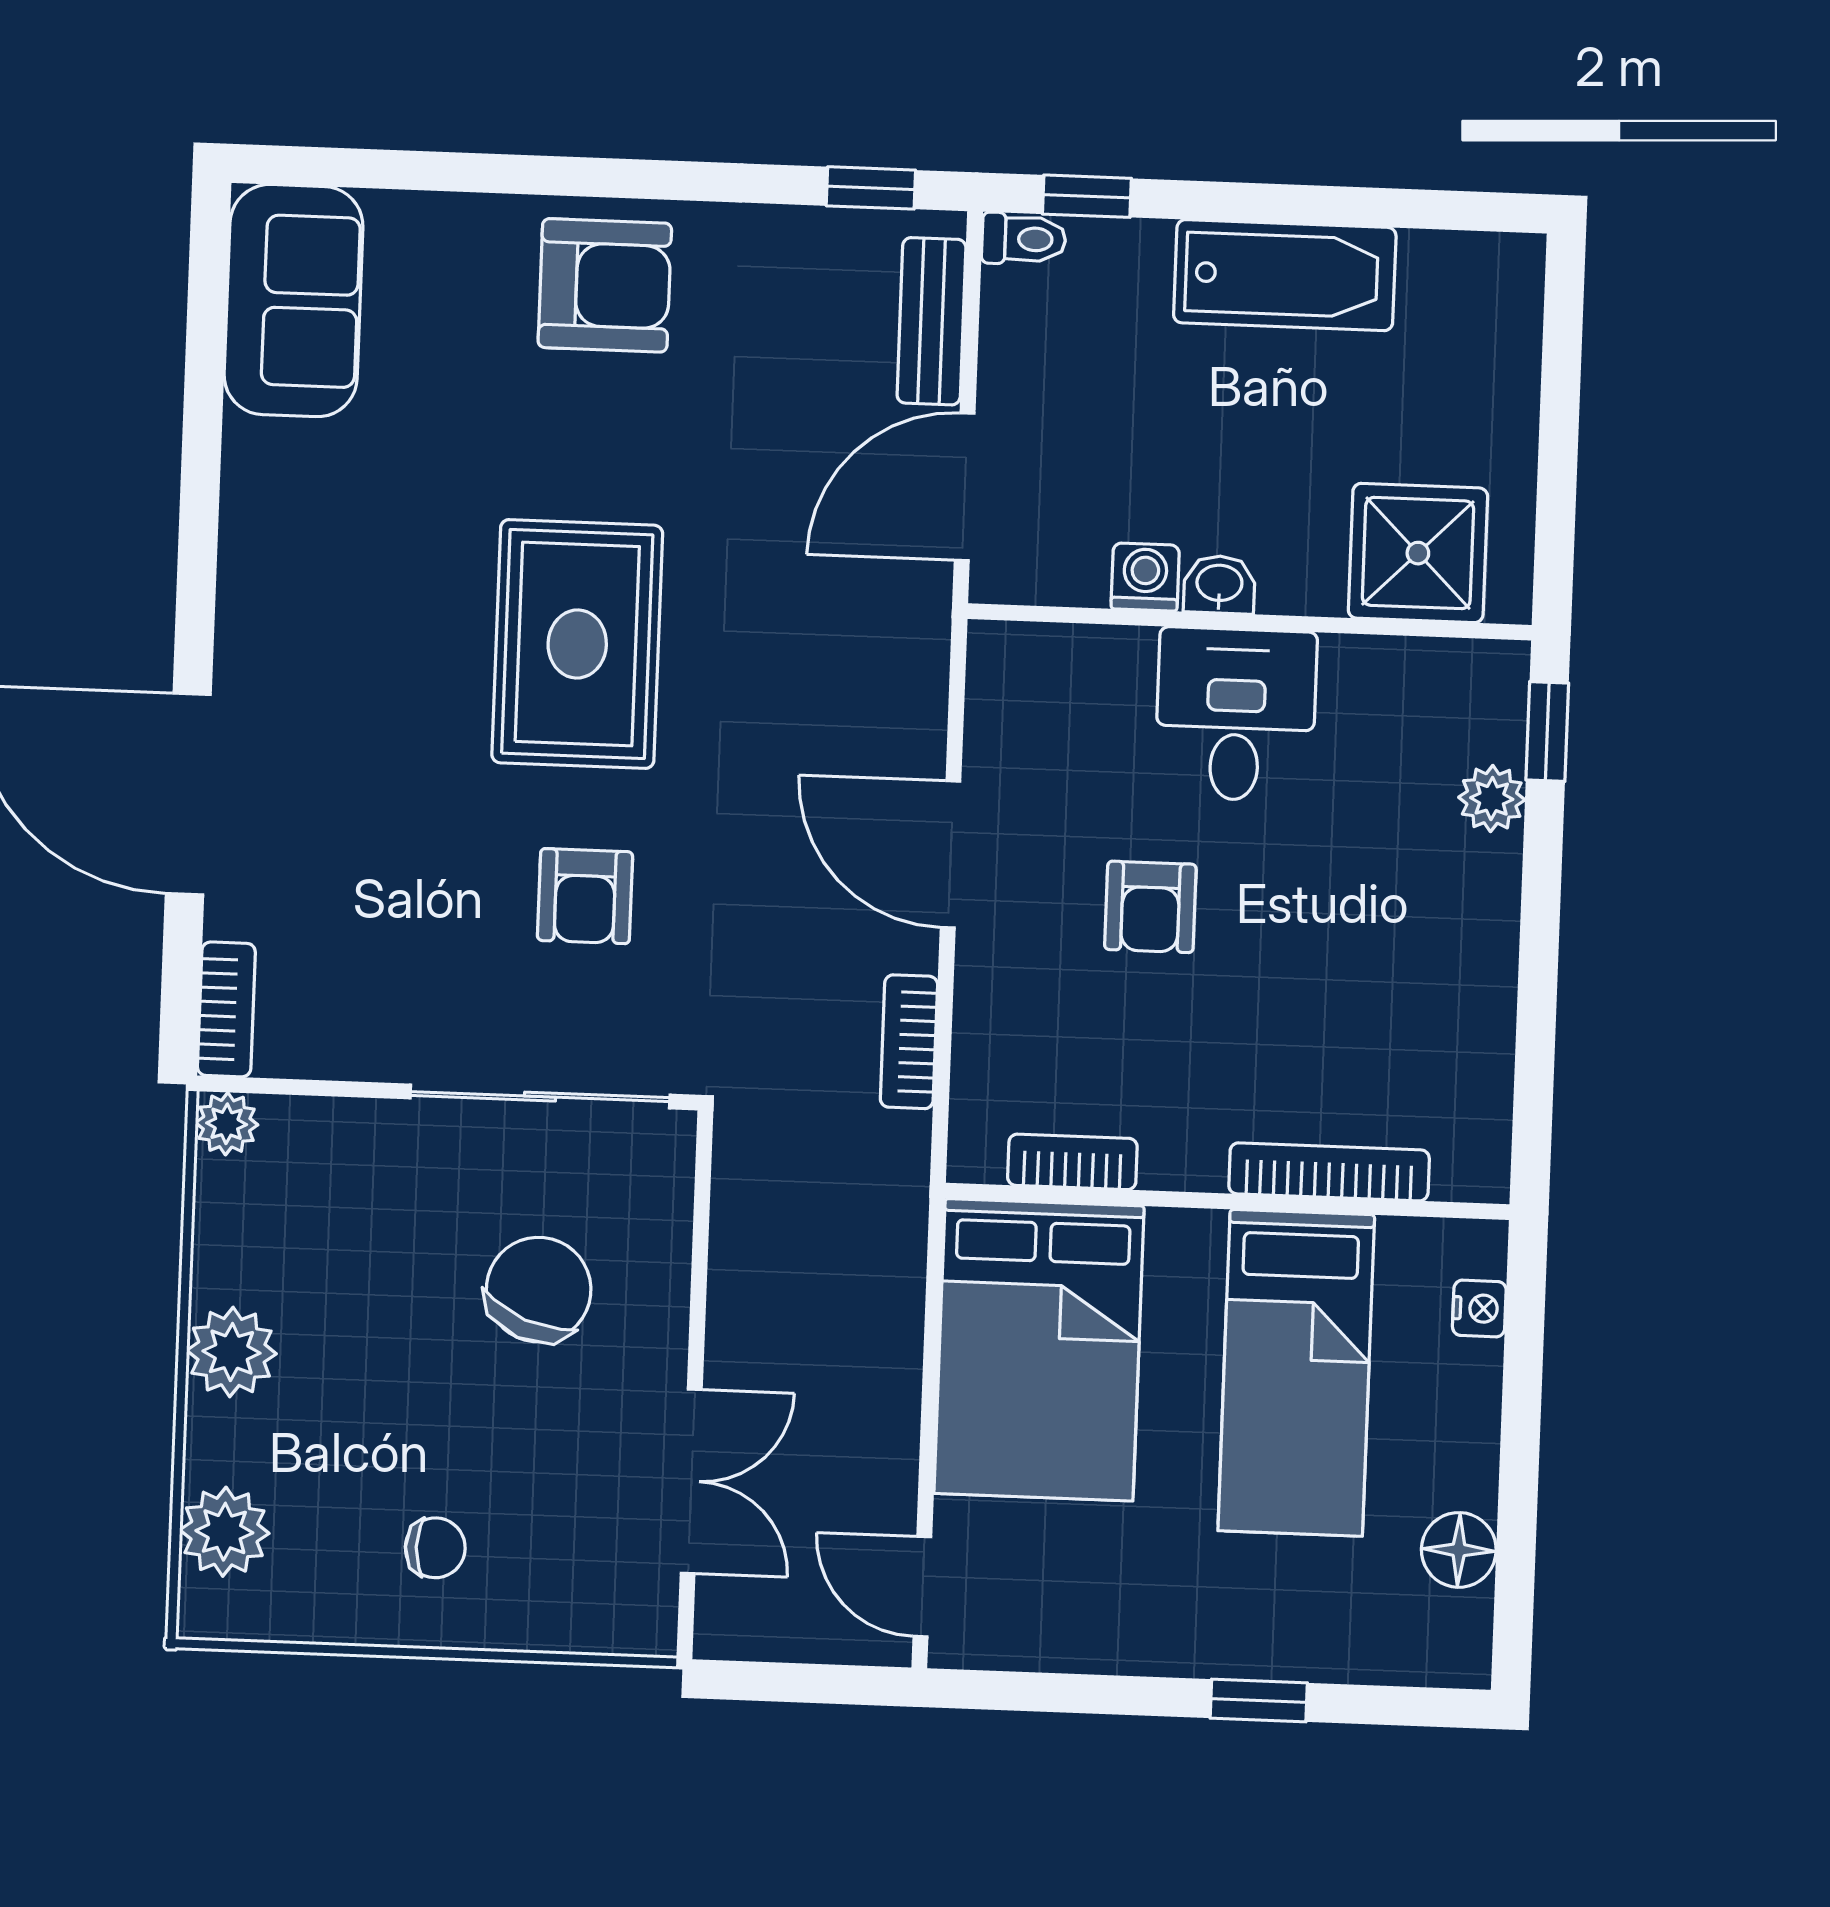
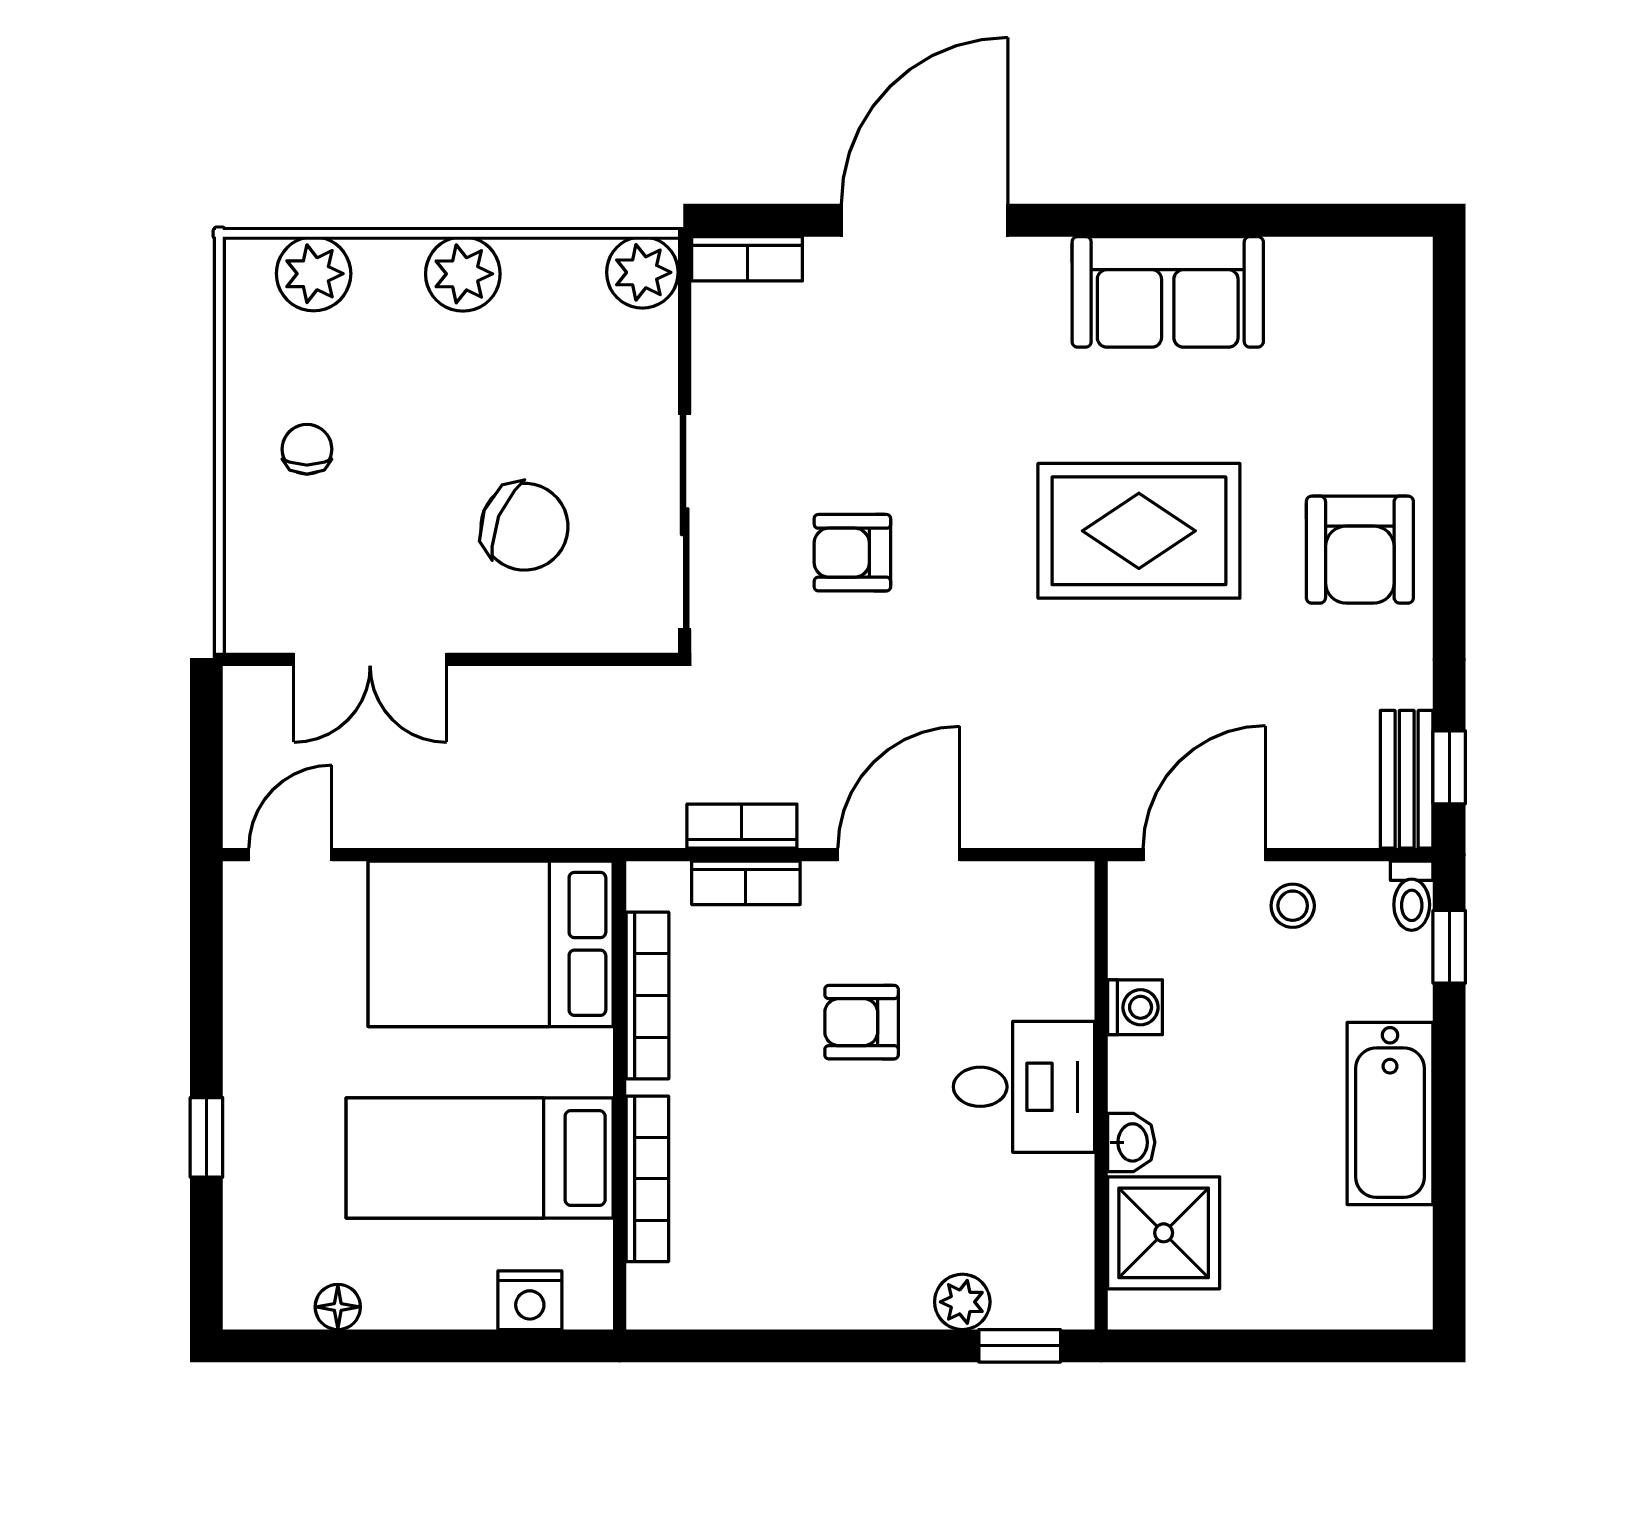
sofa: (294, 301) -> (1168, 292), moved
bench: (931, 321) -> (1407, 779), moved, turned 90
stool: (1030, 383) -> (1293, 906), added
door: (965, 487) -> (1204, 855), hinge flipped
washbasin: (1219, 585) -> (1131, 1142), moved
rug: (577, 644) -> (1139, 531), moved
bookcase: (977, 1040) -> (746, 883), added
plant: (227, 1124) -> (642, 272), width x1.38, depth x1.38
bookcase: (1072, 1162) -> (647, 996), width x1.56
nightstand: (1479, 1308) -> (530, 1300), width x1.39, depth x1.35
chair: (435, 1548) -> (307, 449), turned 180
floor lamp: (1459, 1550) -> (338, 1307), width x0.73, depth x0.73

